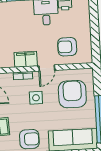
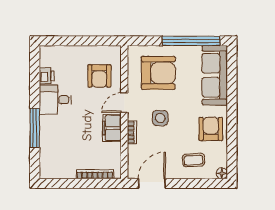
door: (47, 68) -> (124, 103), swing flipped
armchair: (72, 94) -> (158, 73), turned 180

